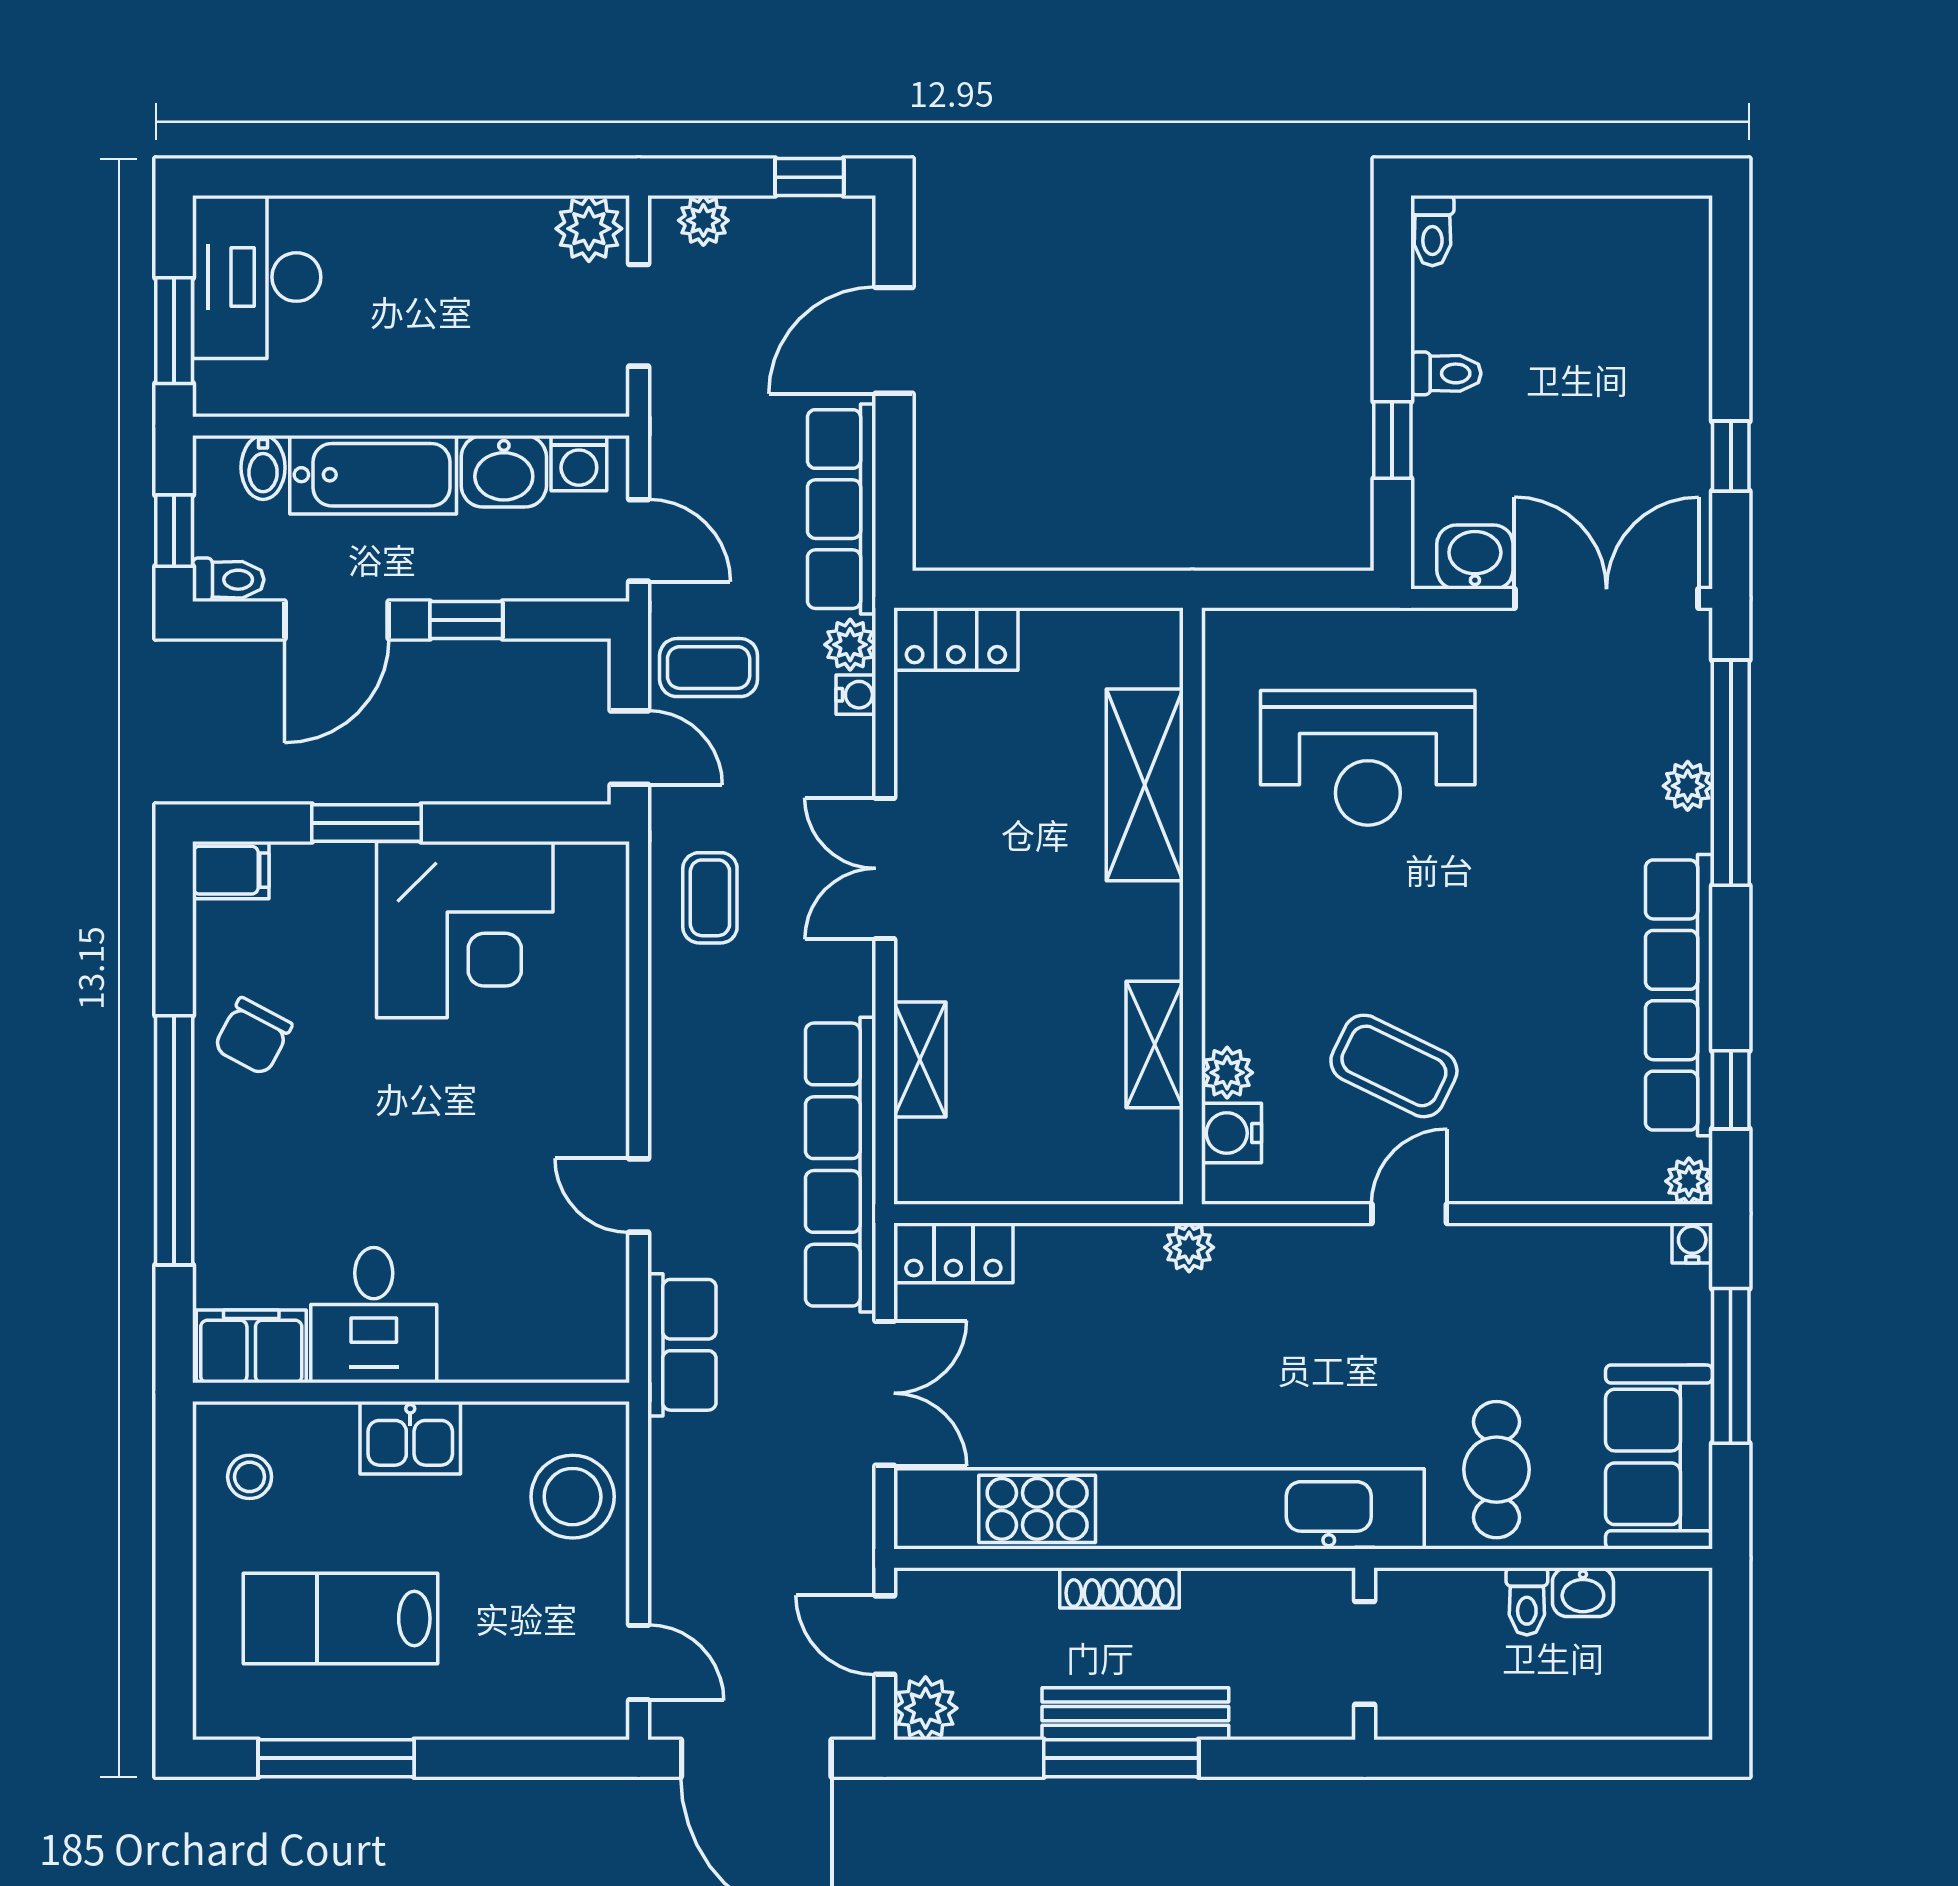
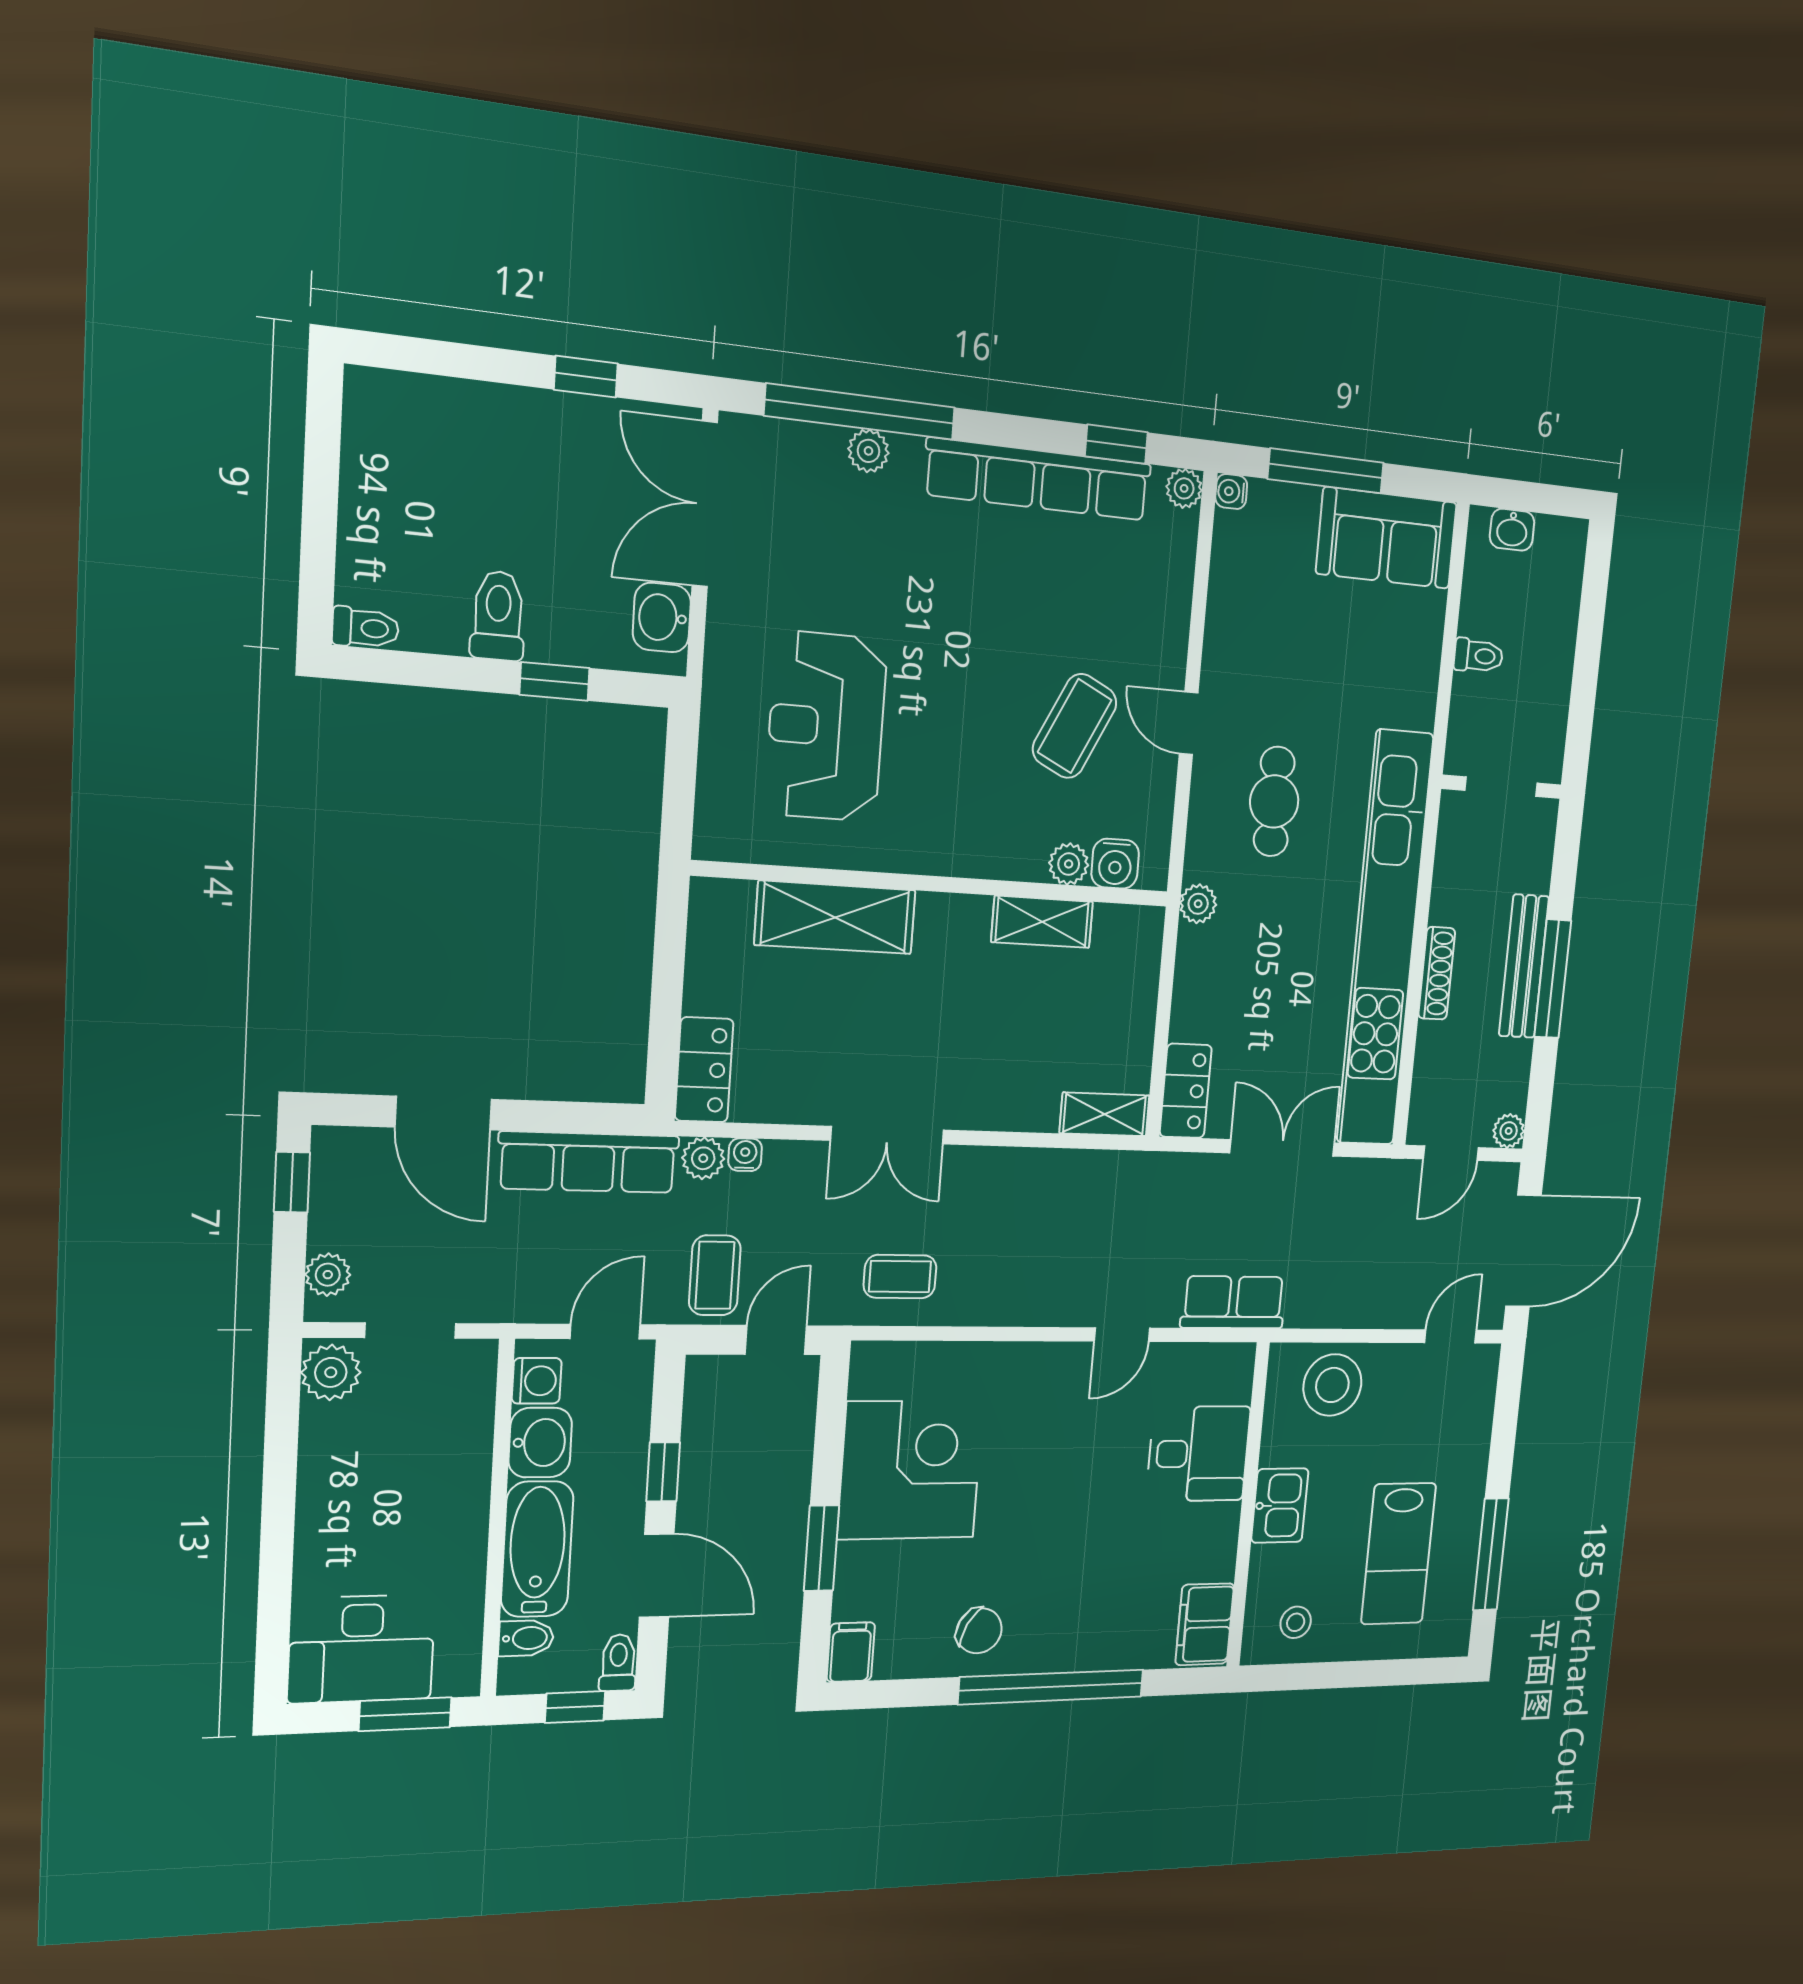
toilet: (1446, 373) -> (498, 616), width x1.37, depth x1.39
reception desk: (1368, 758) -> (826, 727), turned 180
shelving: (920, 1060) -> (1105, 1114), moved
row of seats: (841, 1165) -> (1112, 1177), removed
desk: (374, 1315) -> (1198, 1454), moved
cafe table: (1497, 1470) -> (1274, 801), moved, turned 90
washbasin: (1583, 1592) -> (1512, 530), moved, turned 90
plant: (926, 1708) -> (1509, 1131), width x0.73, depth x0.73

